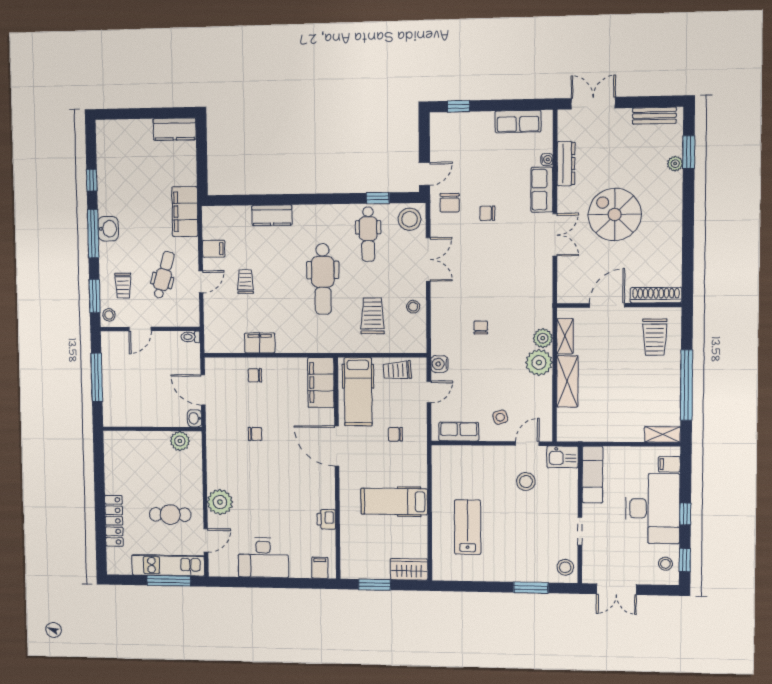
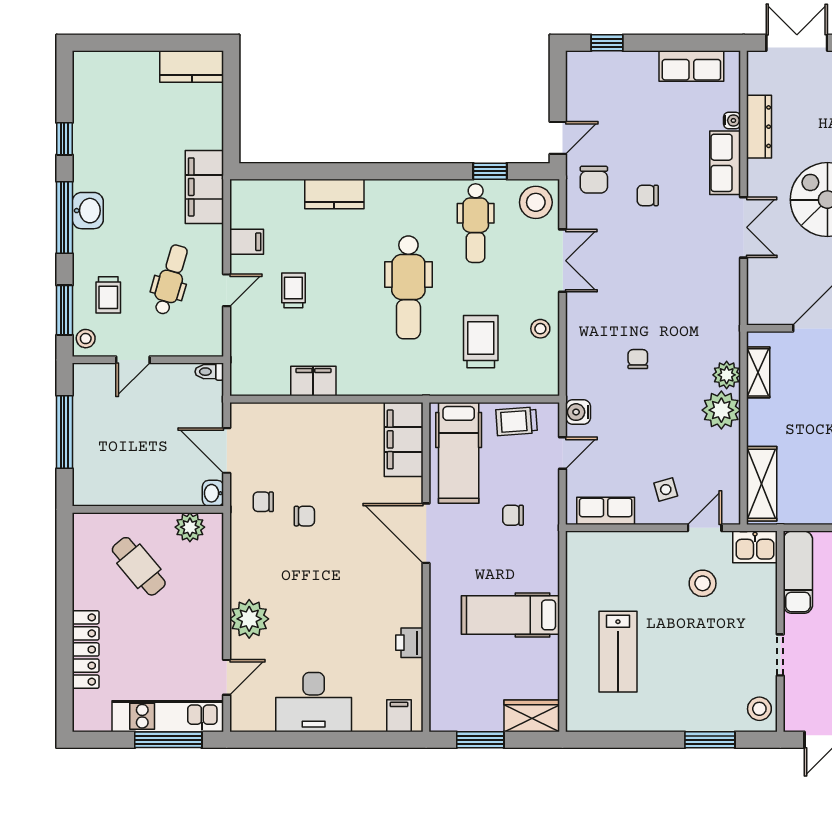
chair: (255, 375) -> (263, 502), moved
shelving: (567, 381) -> (762, 484), moved
cafe table: (170, 515) -> (139, 566), moved, turned 50
lab bench: (468, 527) -> (618, 652), turned 180

